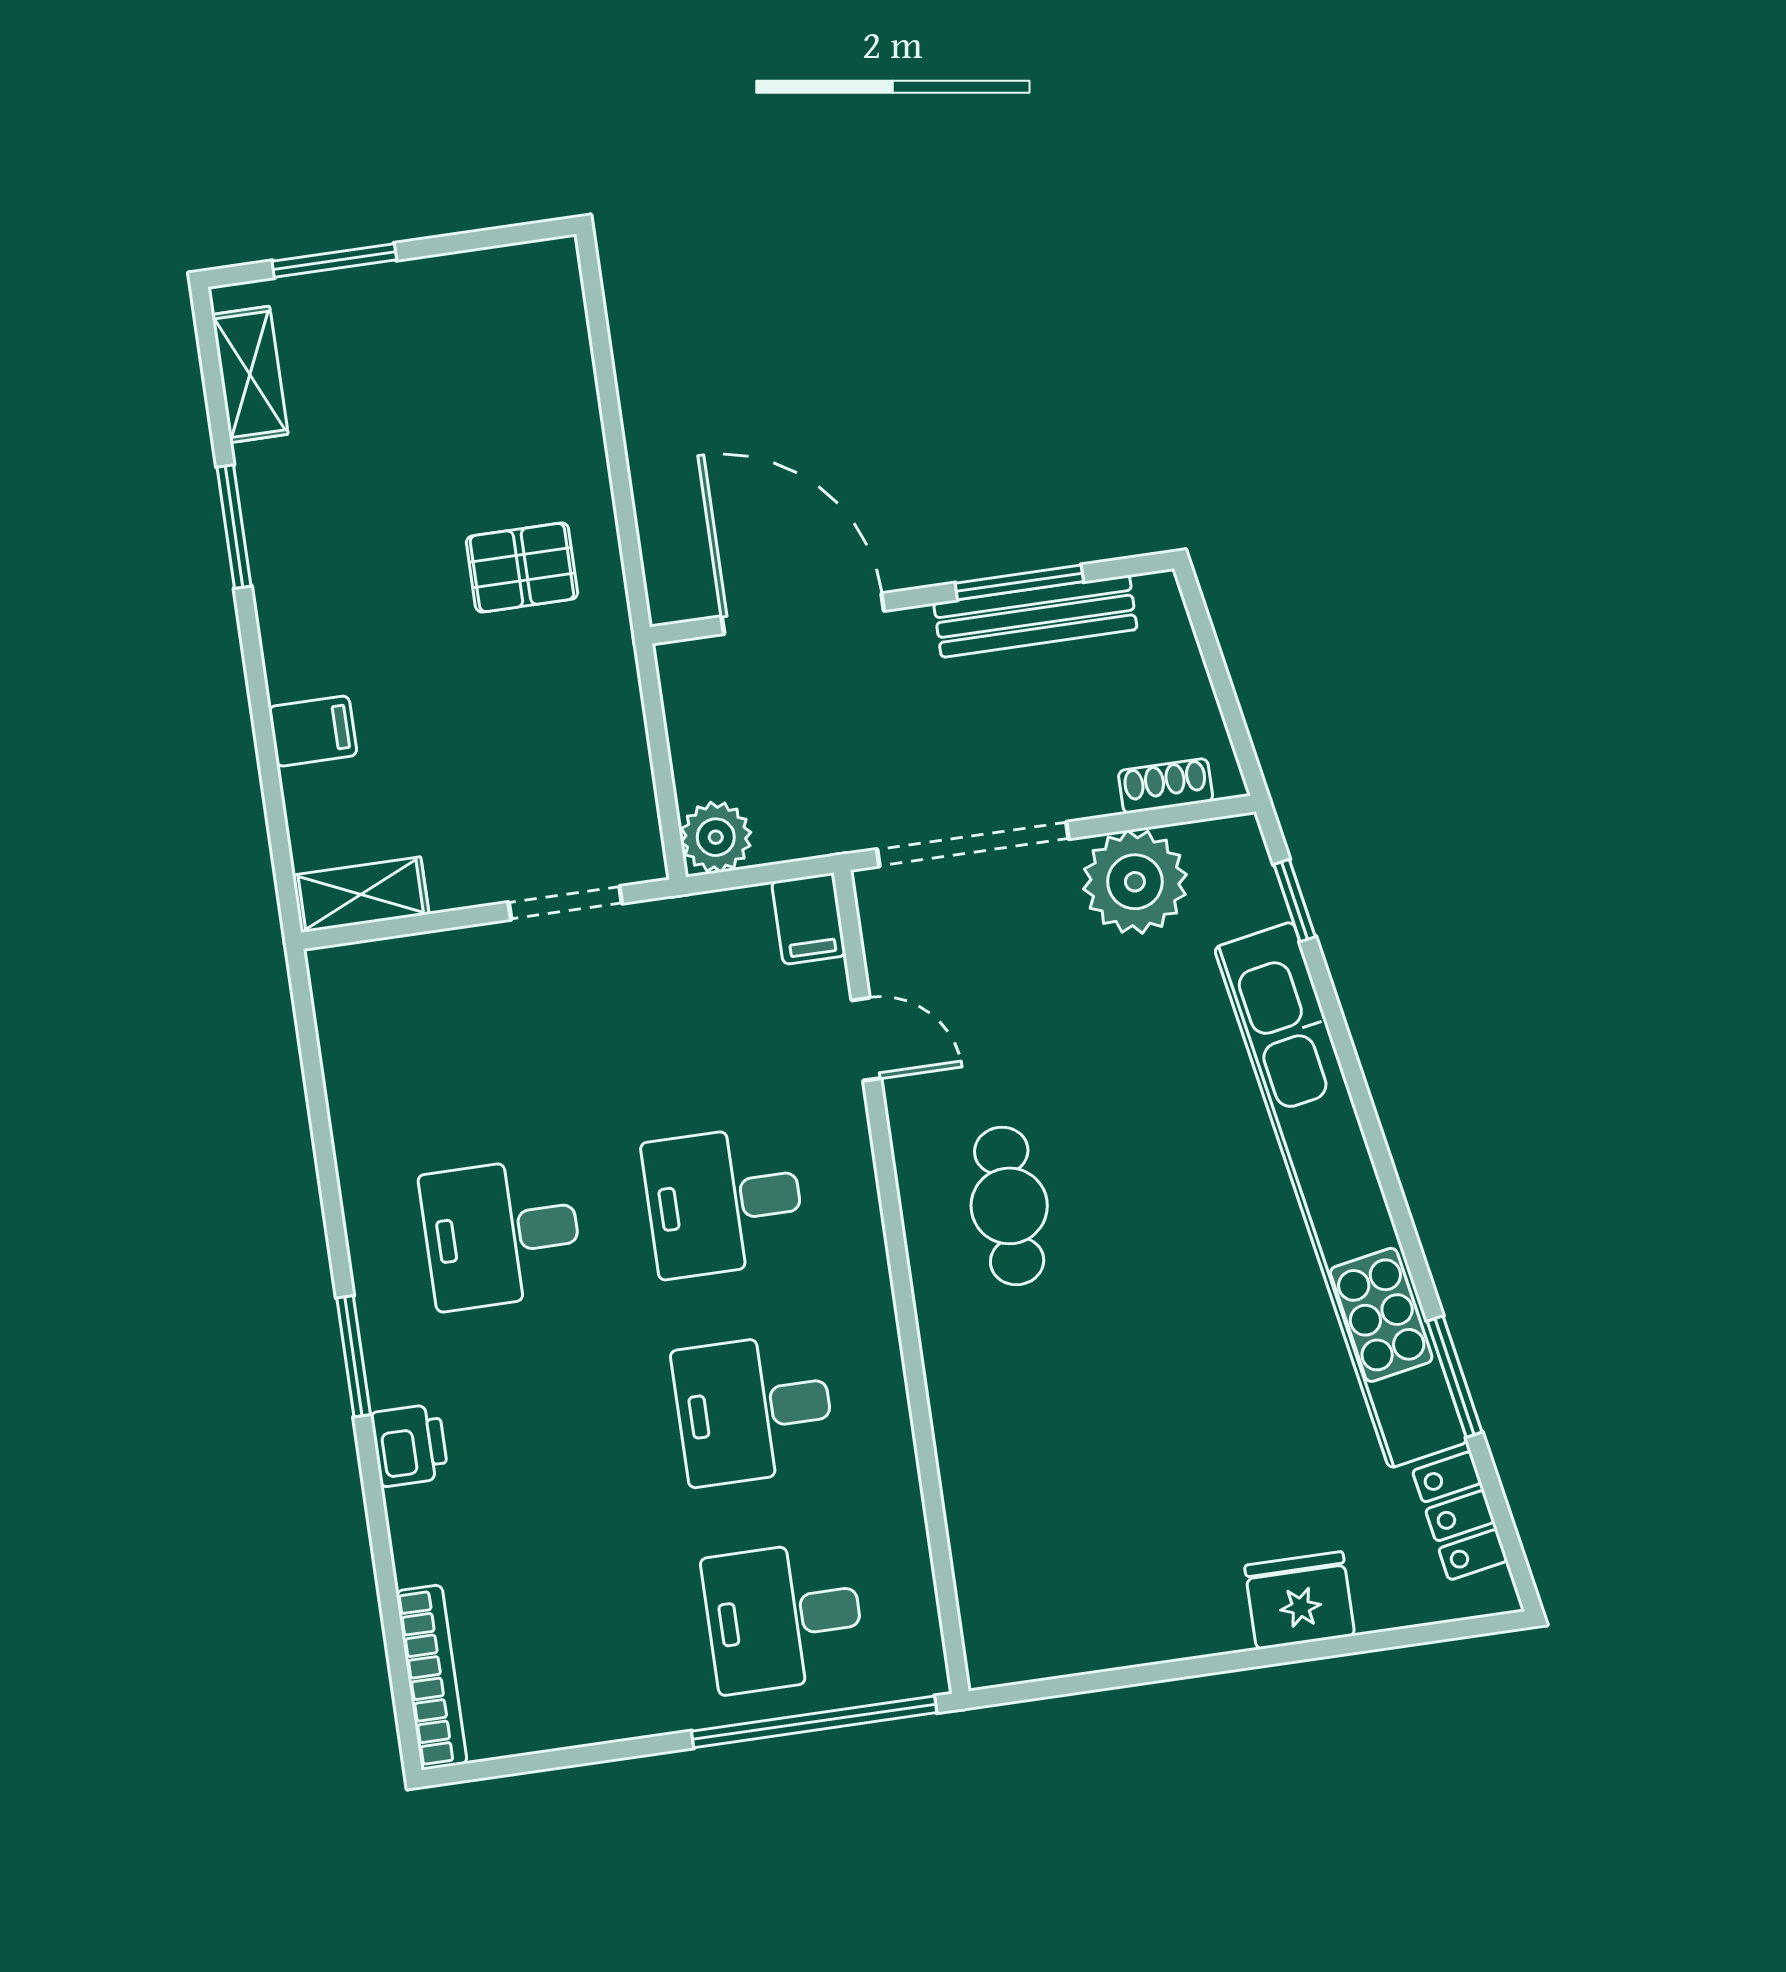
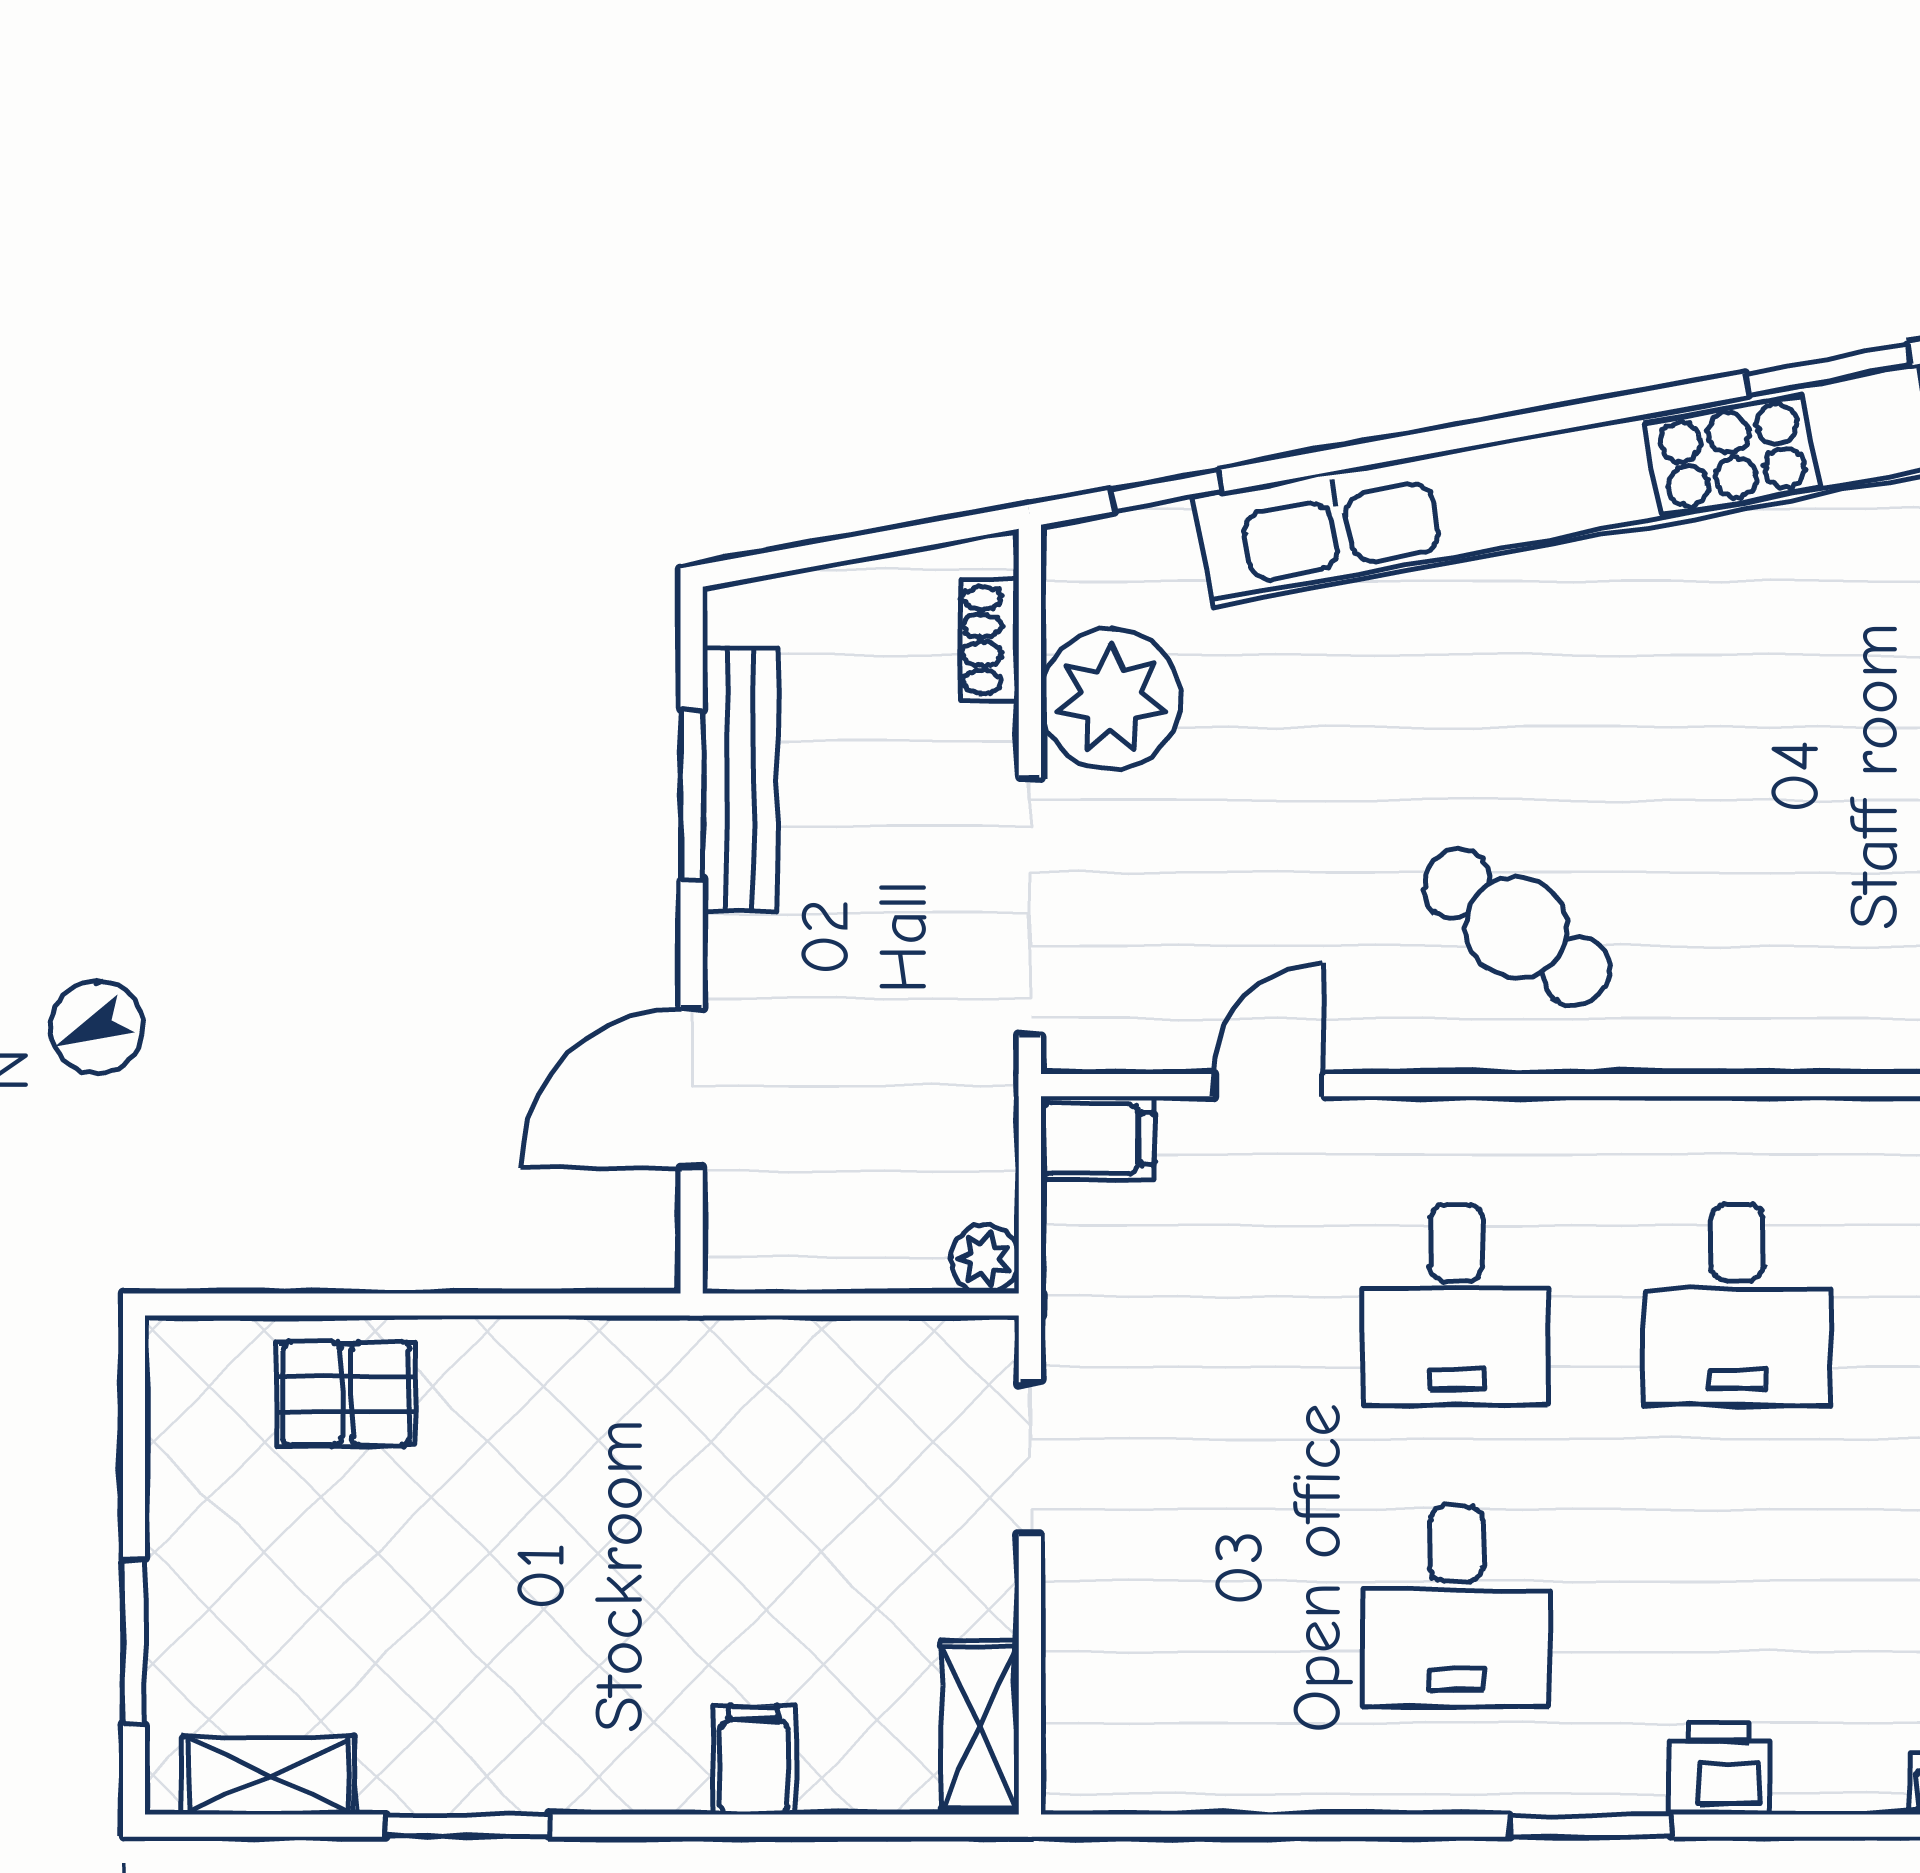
pallet: (522, 568) -> (346, 1394), moved, turned 90
door: (803, 614) -> (692, 1088), width x0.73
plant: (716, 837) -> (984, 1259), width x0.73, depth x0.73
cafe table: (1009, 1206) -> (1517, 928), turned 36

